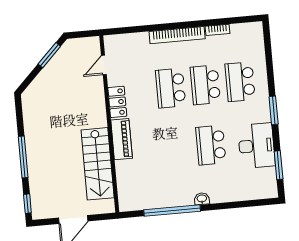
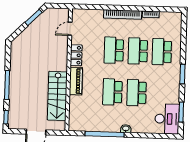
desk: (256, 146) -> (167, 119), moved
school desk: (176, 148) -> (112, 92), added

